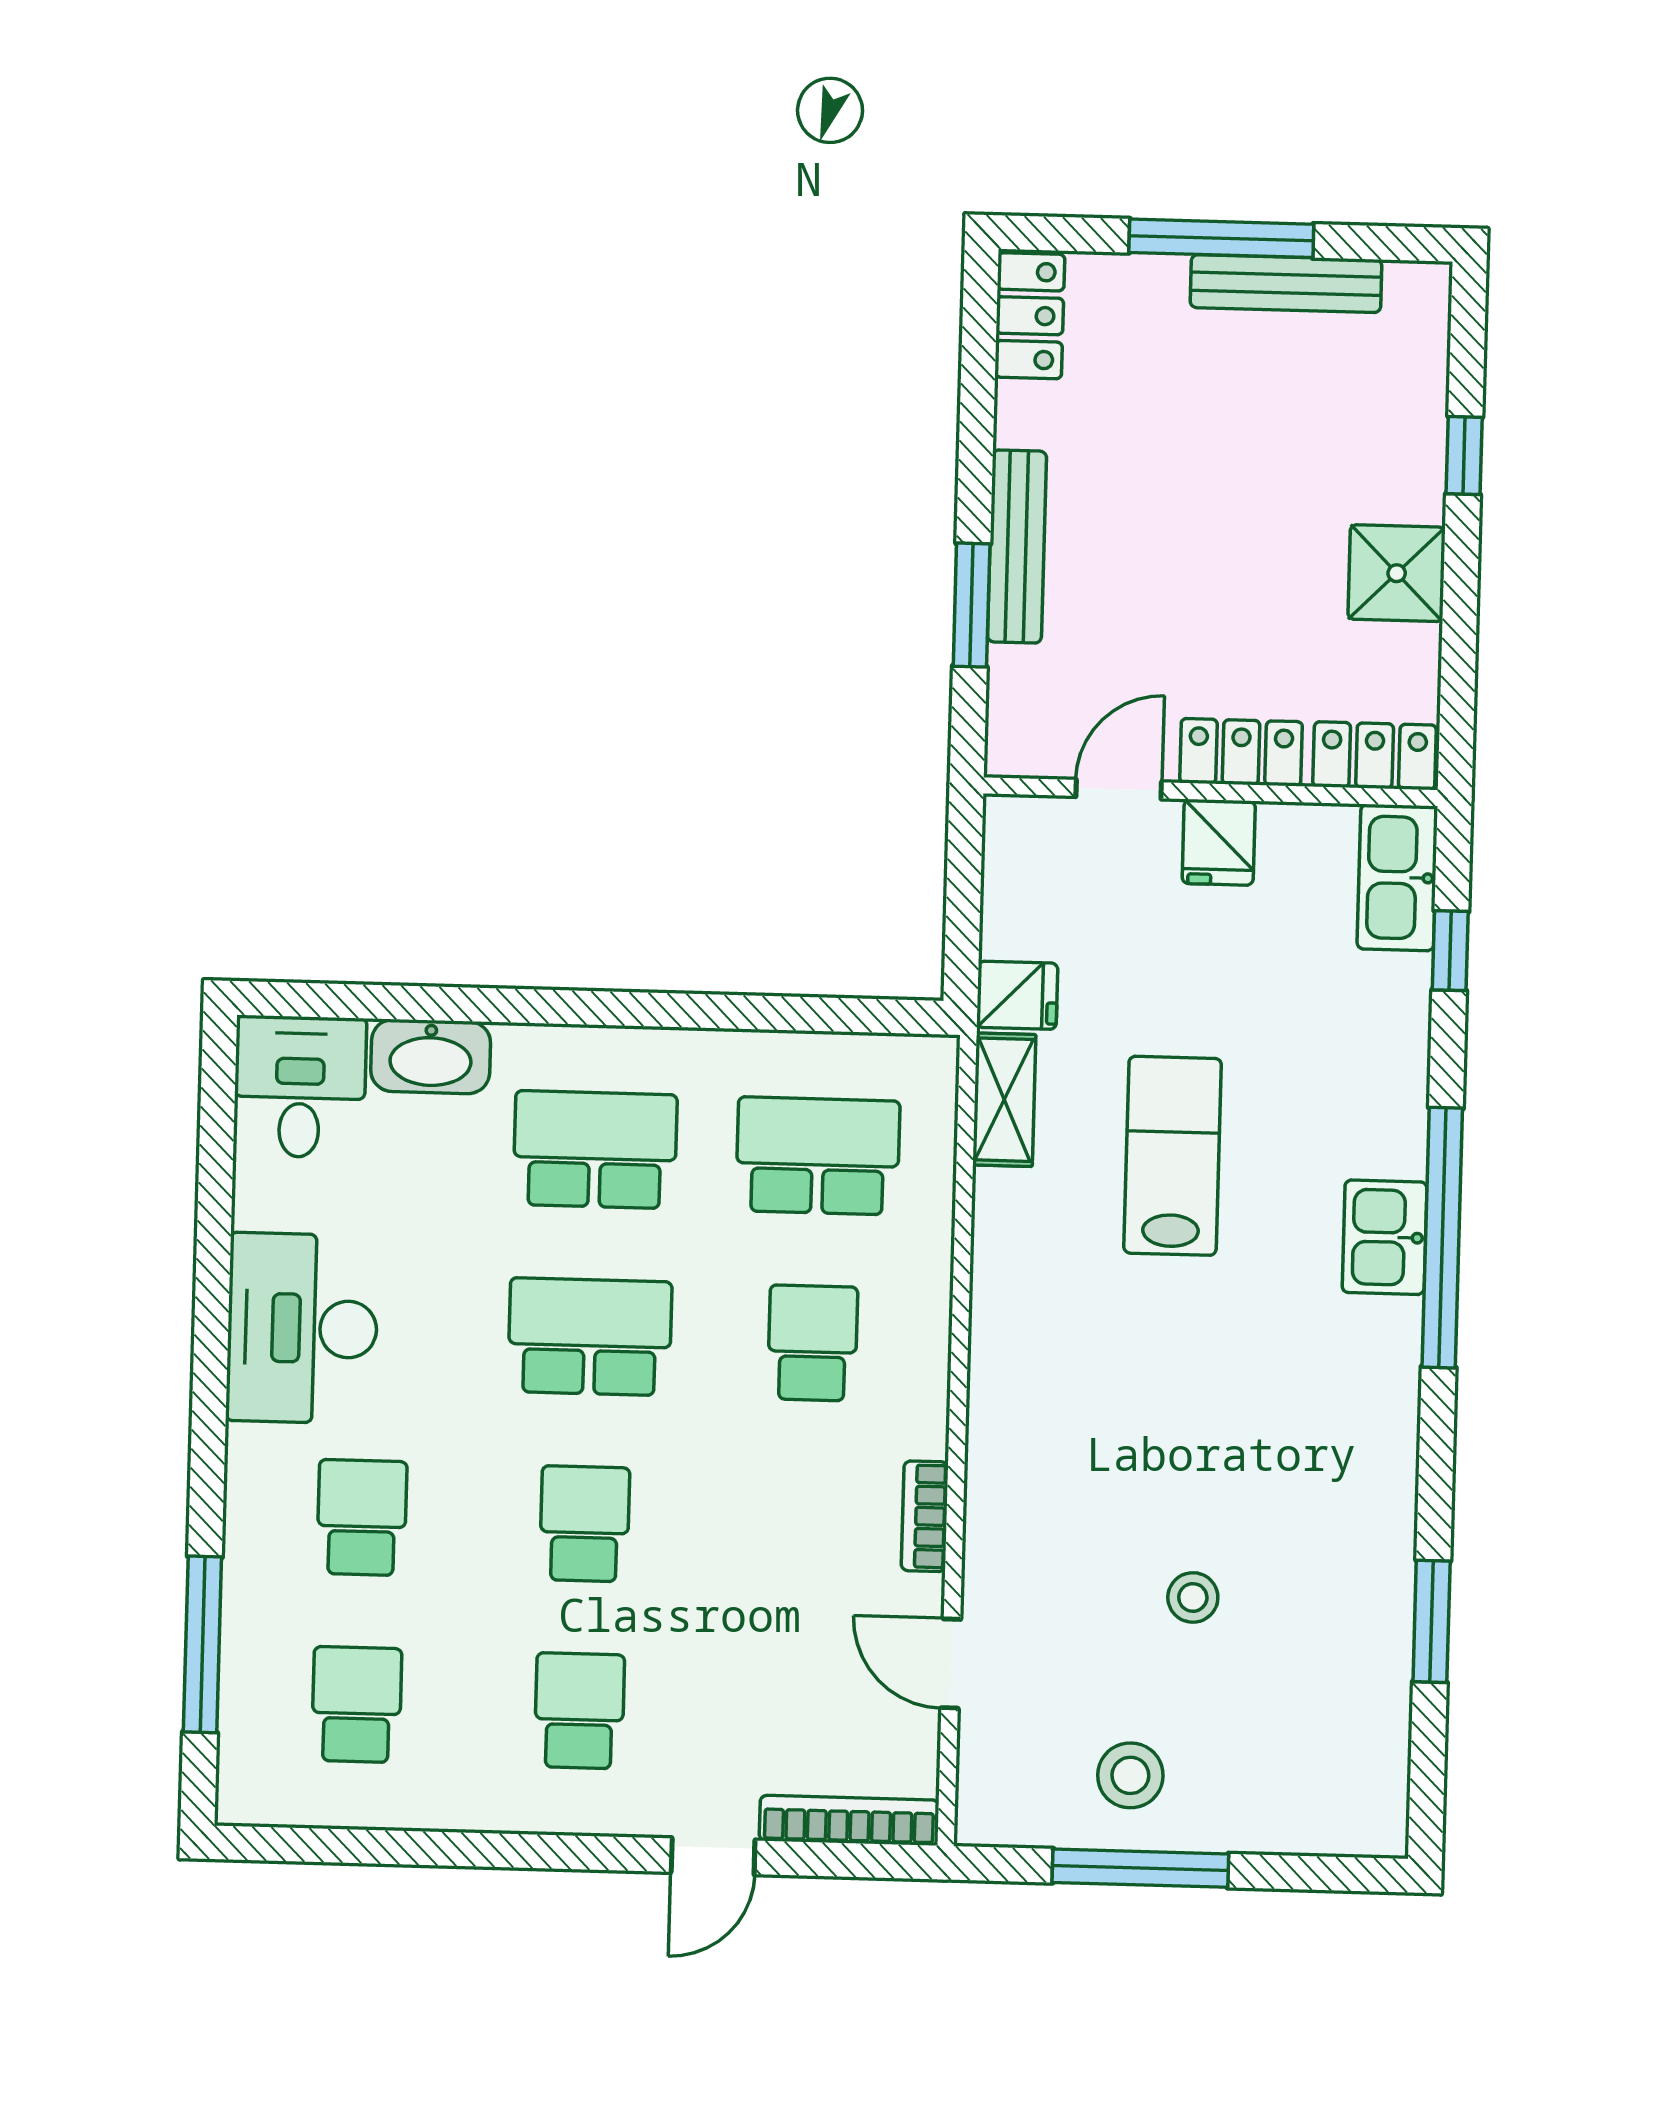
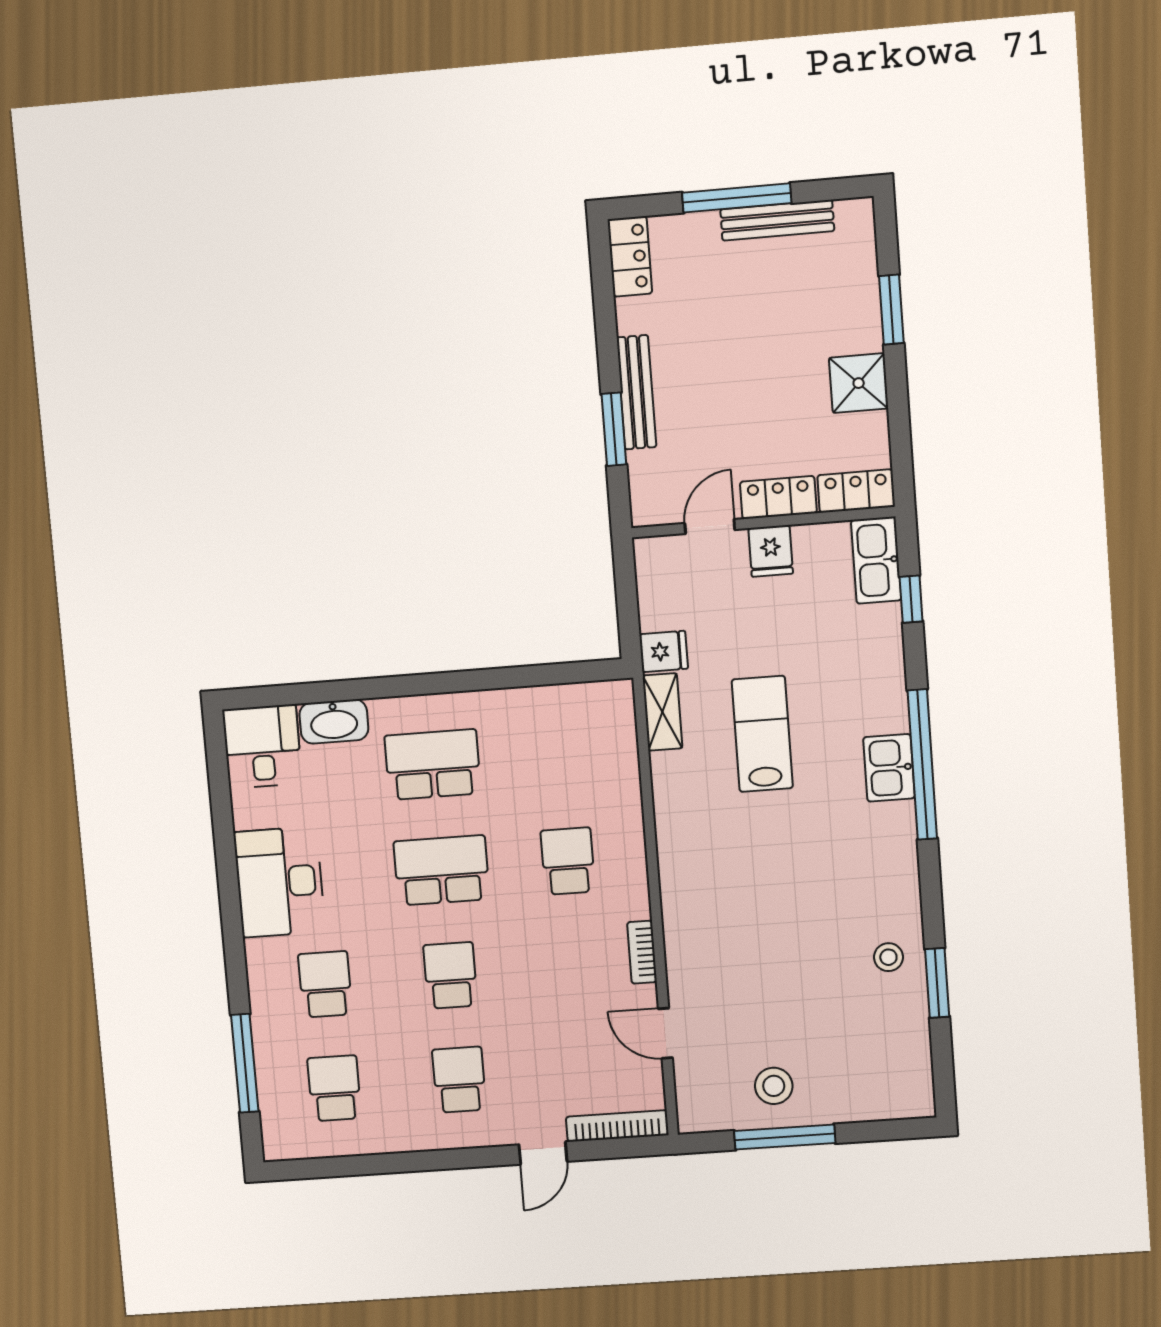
window: (1464, 455) -> (891, 310), width x1.50
school desk: (818, 1156) -> (559, 755), removed
stool: (1193, 1597) -> (888, 957), moved

